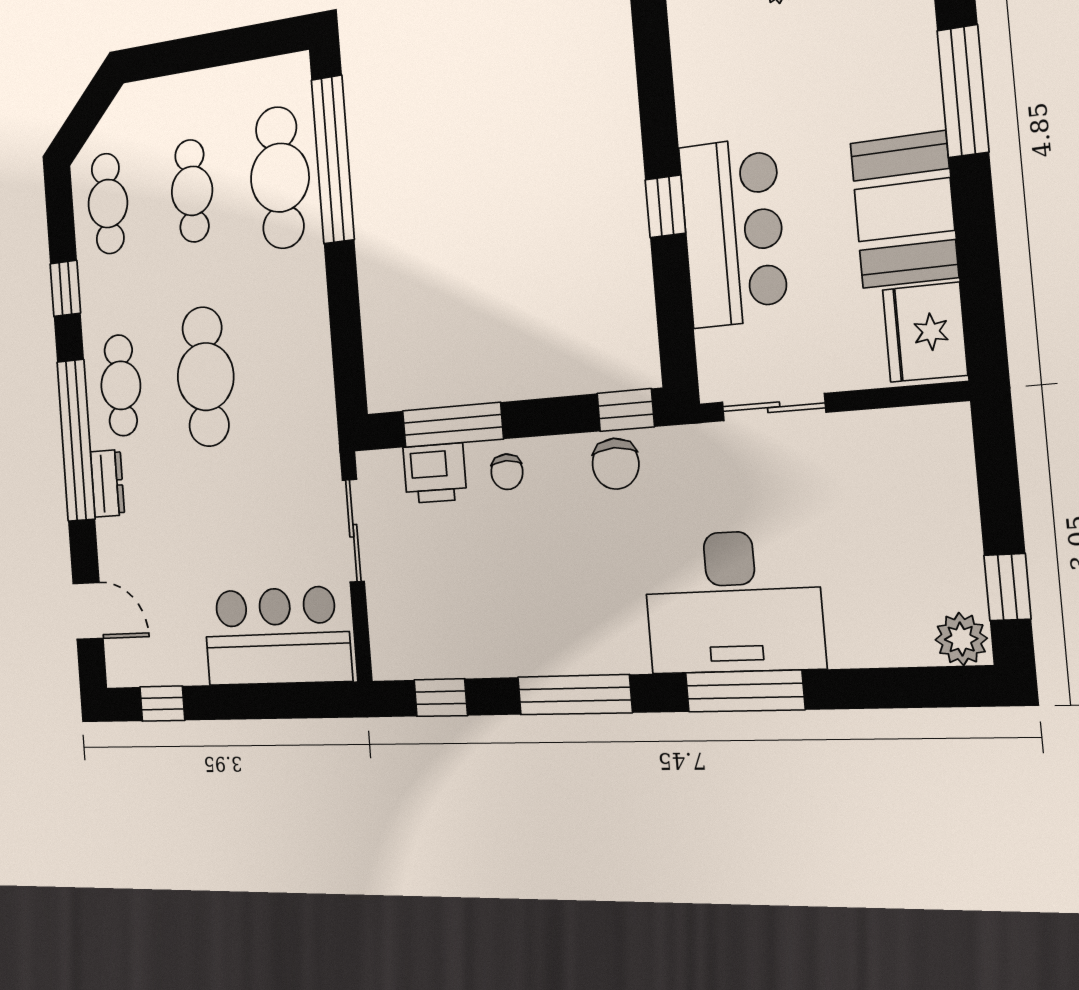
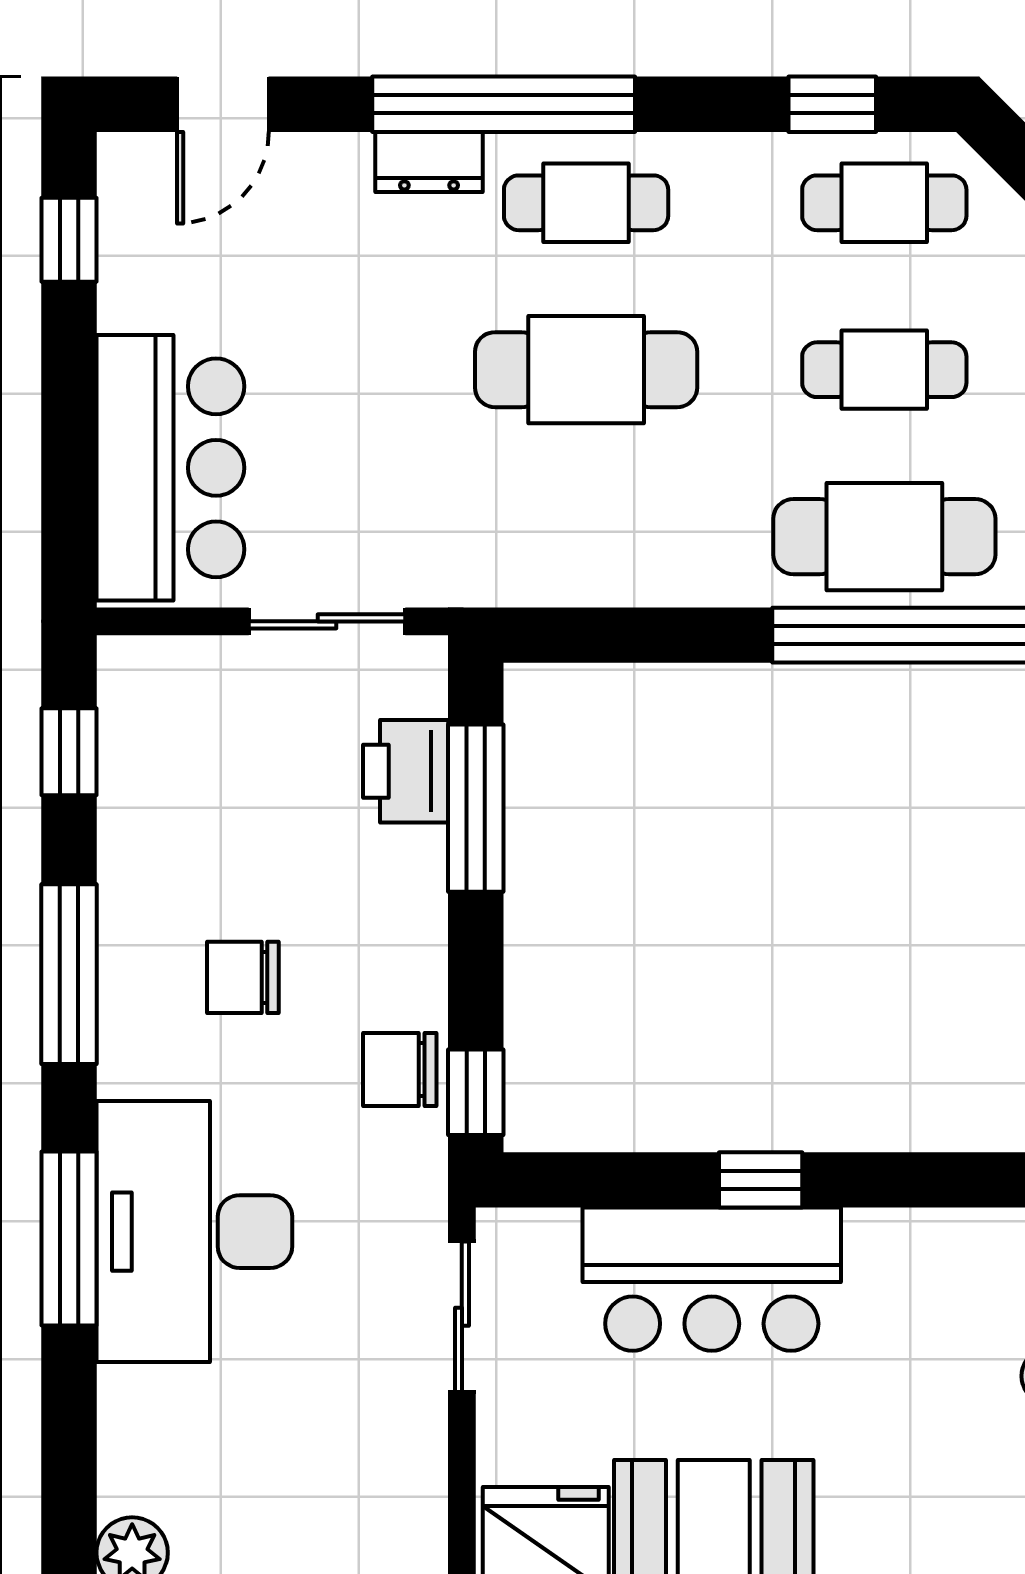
window: (65, 288) -> (832, 104), moved
chair: (507, 472) -> (243, 977), moved, width x1.37, depth x1.37

